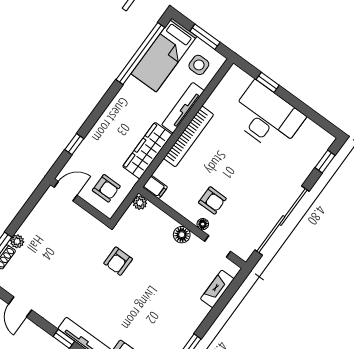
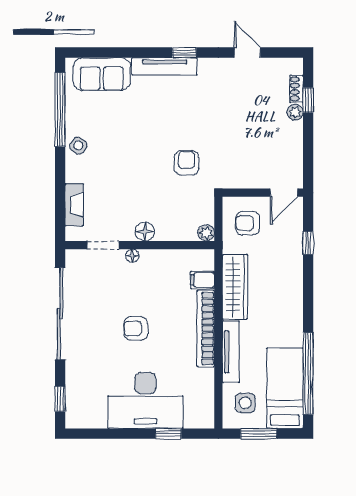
filing cabinet: (155, 187) -> (203, 280), moved
armchair: (212, 200) -> (136, 328), moved
side table: (184, 328) -> (78, 146), added

